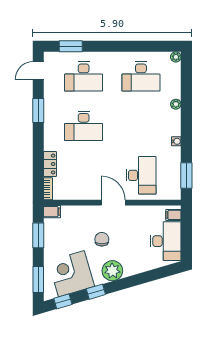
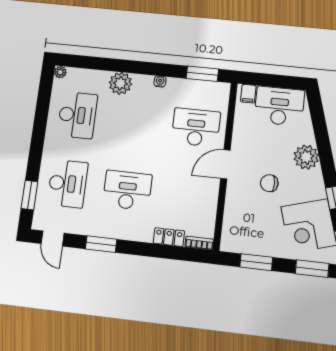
plant: (176, 104) -> (120, 83), width x1.88, depth x1.88
desk: (84, 126) -> (127, 190), turned -90
filing cabinet: (52, 212) -> (228, 241), removed
plant: (112, 271) -> (306, 157), moved

